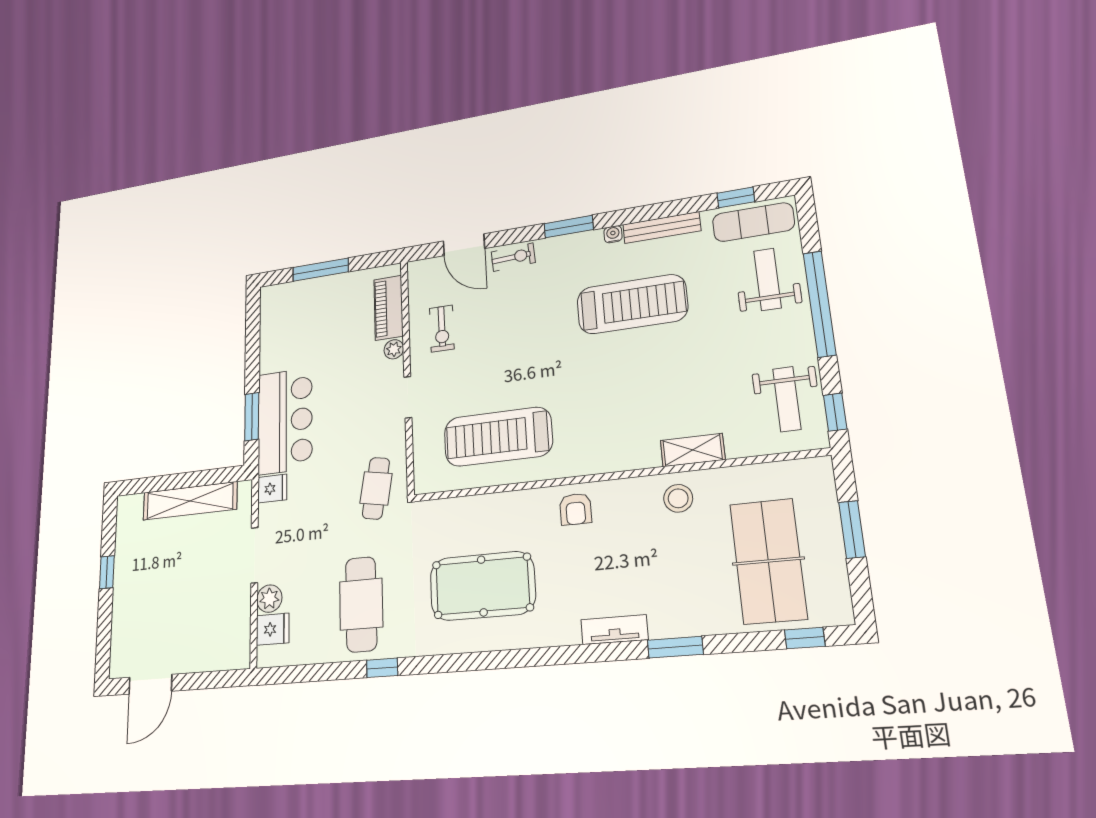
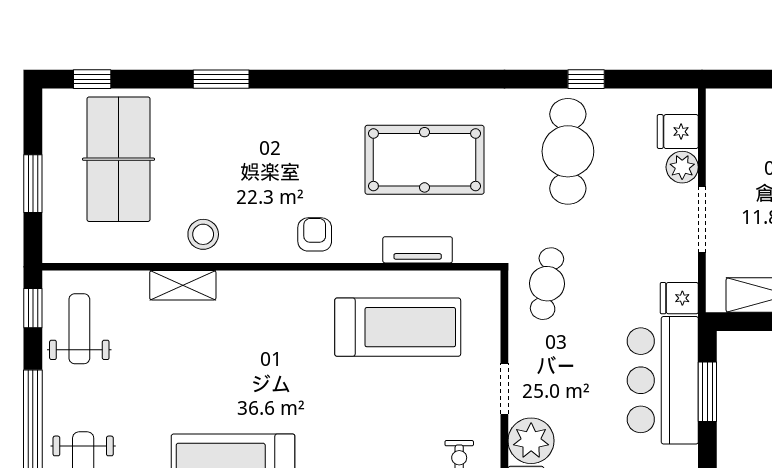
plant: (394, 349) -> (531, 441), width x1.88, depth x1.88
tv unit: (614, 630) -> (418, 250), moved, turned 180
window: (382, 668) -> (586, 79), moved

